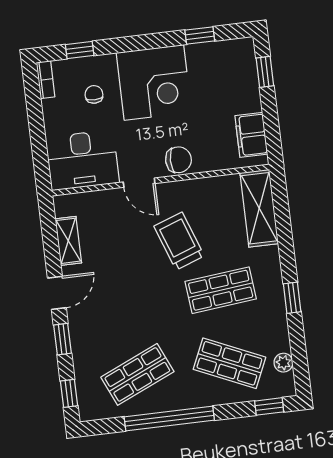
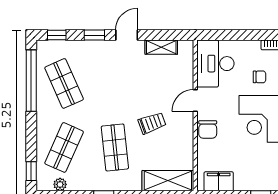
trolley: (179, 241) -> (152, 123), width x0.73, depth x0.72
door: (57, 293) -> (127, 35), swing flipped
window: (169, 418) -> (31, 81), moved

